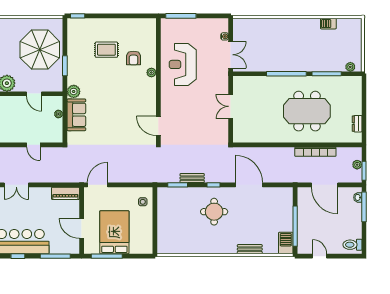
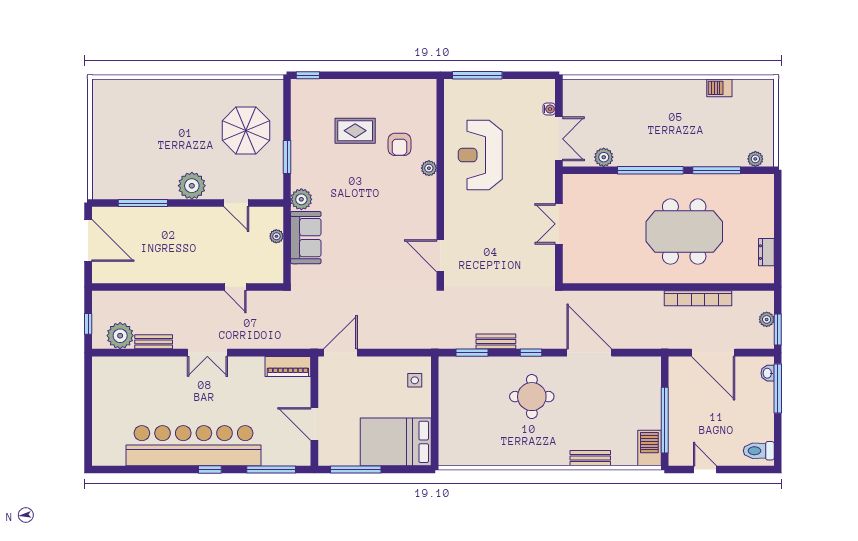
parasol: (40, 50) -> (246, 130), width x0.73, depth x0.73
plant: (258, 66) -> (604, 157), added
bed: (114, 232) -> (396, 442), moved, turned -90

